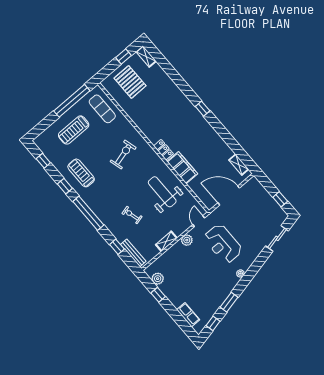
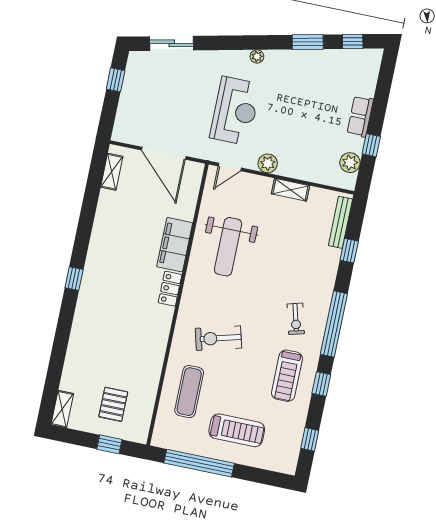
window: (123, 57) -> (109, 444), moved
pallet: (130, 82) -> (113, 404), width x0.67, depth x0.71
exercise mat: (102, 109) -> (189, 392), moved
exercise bike: (132, 215) -> (296, 319), moved
row of seats: (188, 315) -> (360, 116), moved

